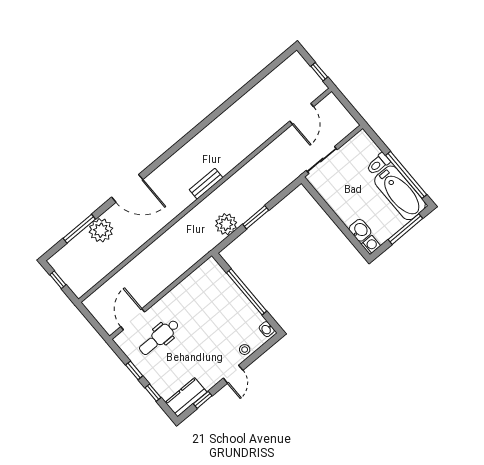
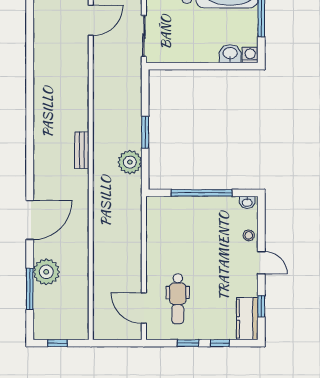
door: (302, 114) -> (91, 20), hinge flipped

